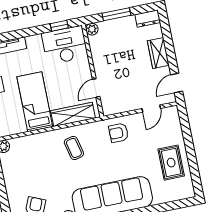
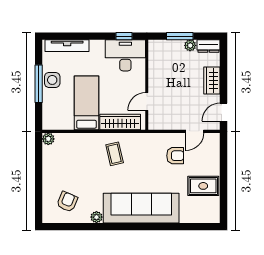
plant: (92, 29) -> (190, 45), moved
armchair: (119, 133) -> (175, 156), moved, turned 180
rug: (171, 163) -> (203, 186), turned 90

